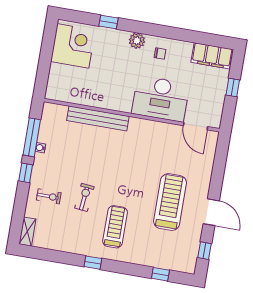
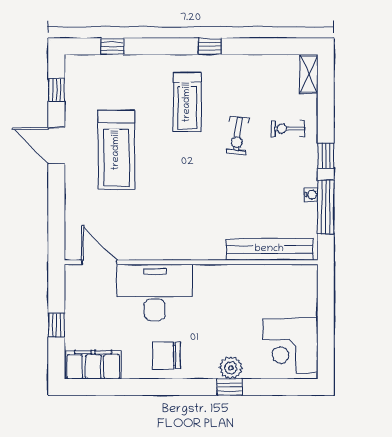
window: (108, 22) -> (230, 387), moved
plant: (137, 41) -> (231, 368), moved
chair: (160, 54) -> (166, 355), width x1.87, depth x1.87
bench: (98, 118) -> (269, 249), moved

